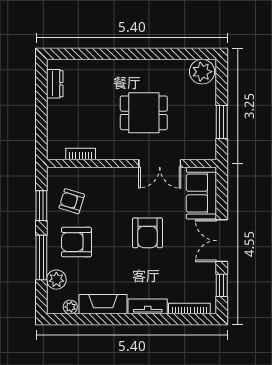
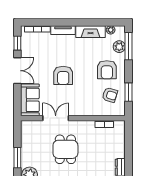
dining table: (144, 113) -> (65, 149), turned 90
window: (222, 122) -> (17, 158), moved
armchair: (147, 233) -> (63, 75), turned 180
armchair: (76, 242) -> (107, 70), turned 90
window: (41, 258) -> (128, 46), moved

